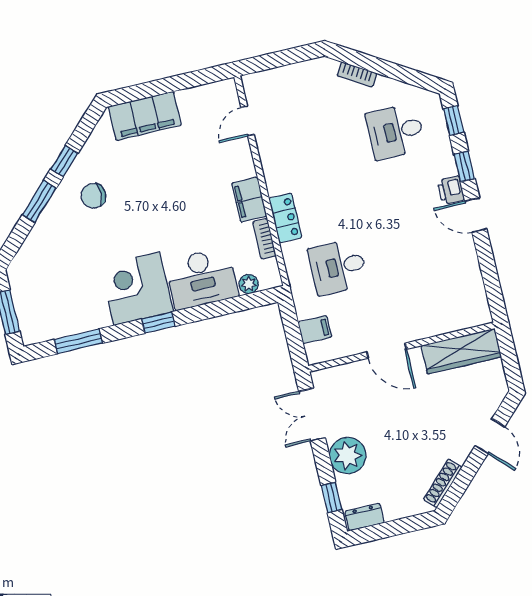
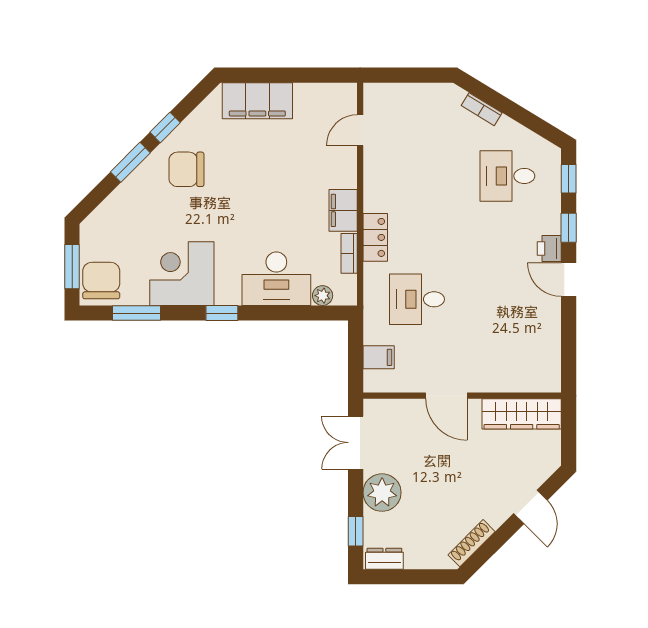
chair: (93, 196) -> (186, 169), width x1.37, depth x1.37
corner desk: (137, 289) -> (182, 274), moved
chair: (38, 319) -> (101, 281), added

